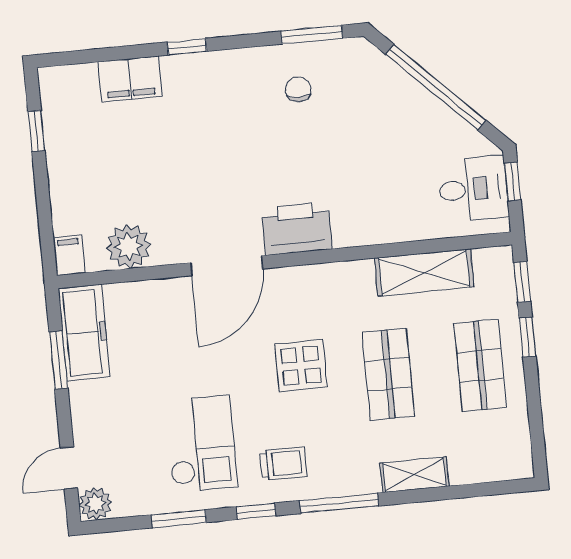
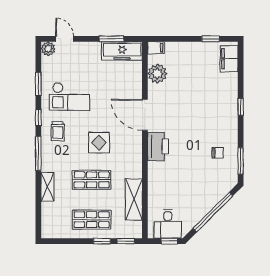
filing cabinet: (130, 79) -> (229, 59), moved

